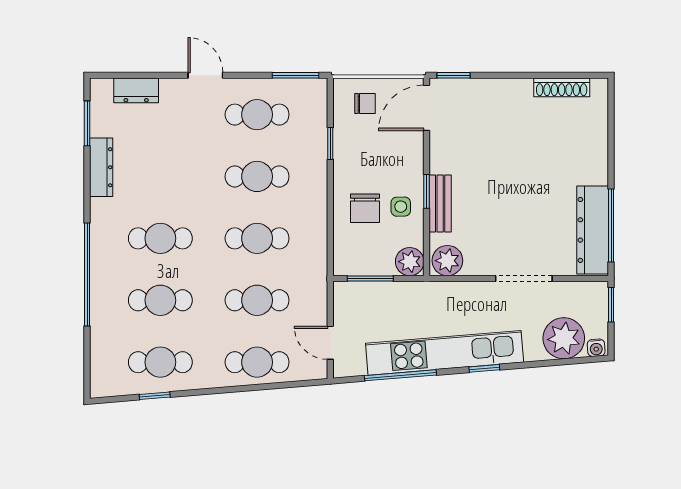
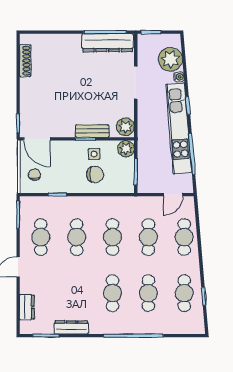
water cooler: (596, 348) -> (179, 77), moved

